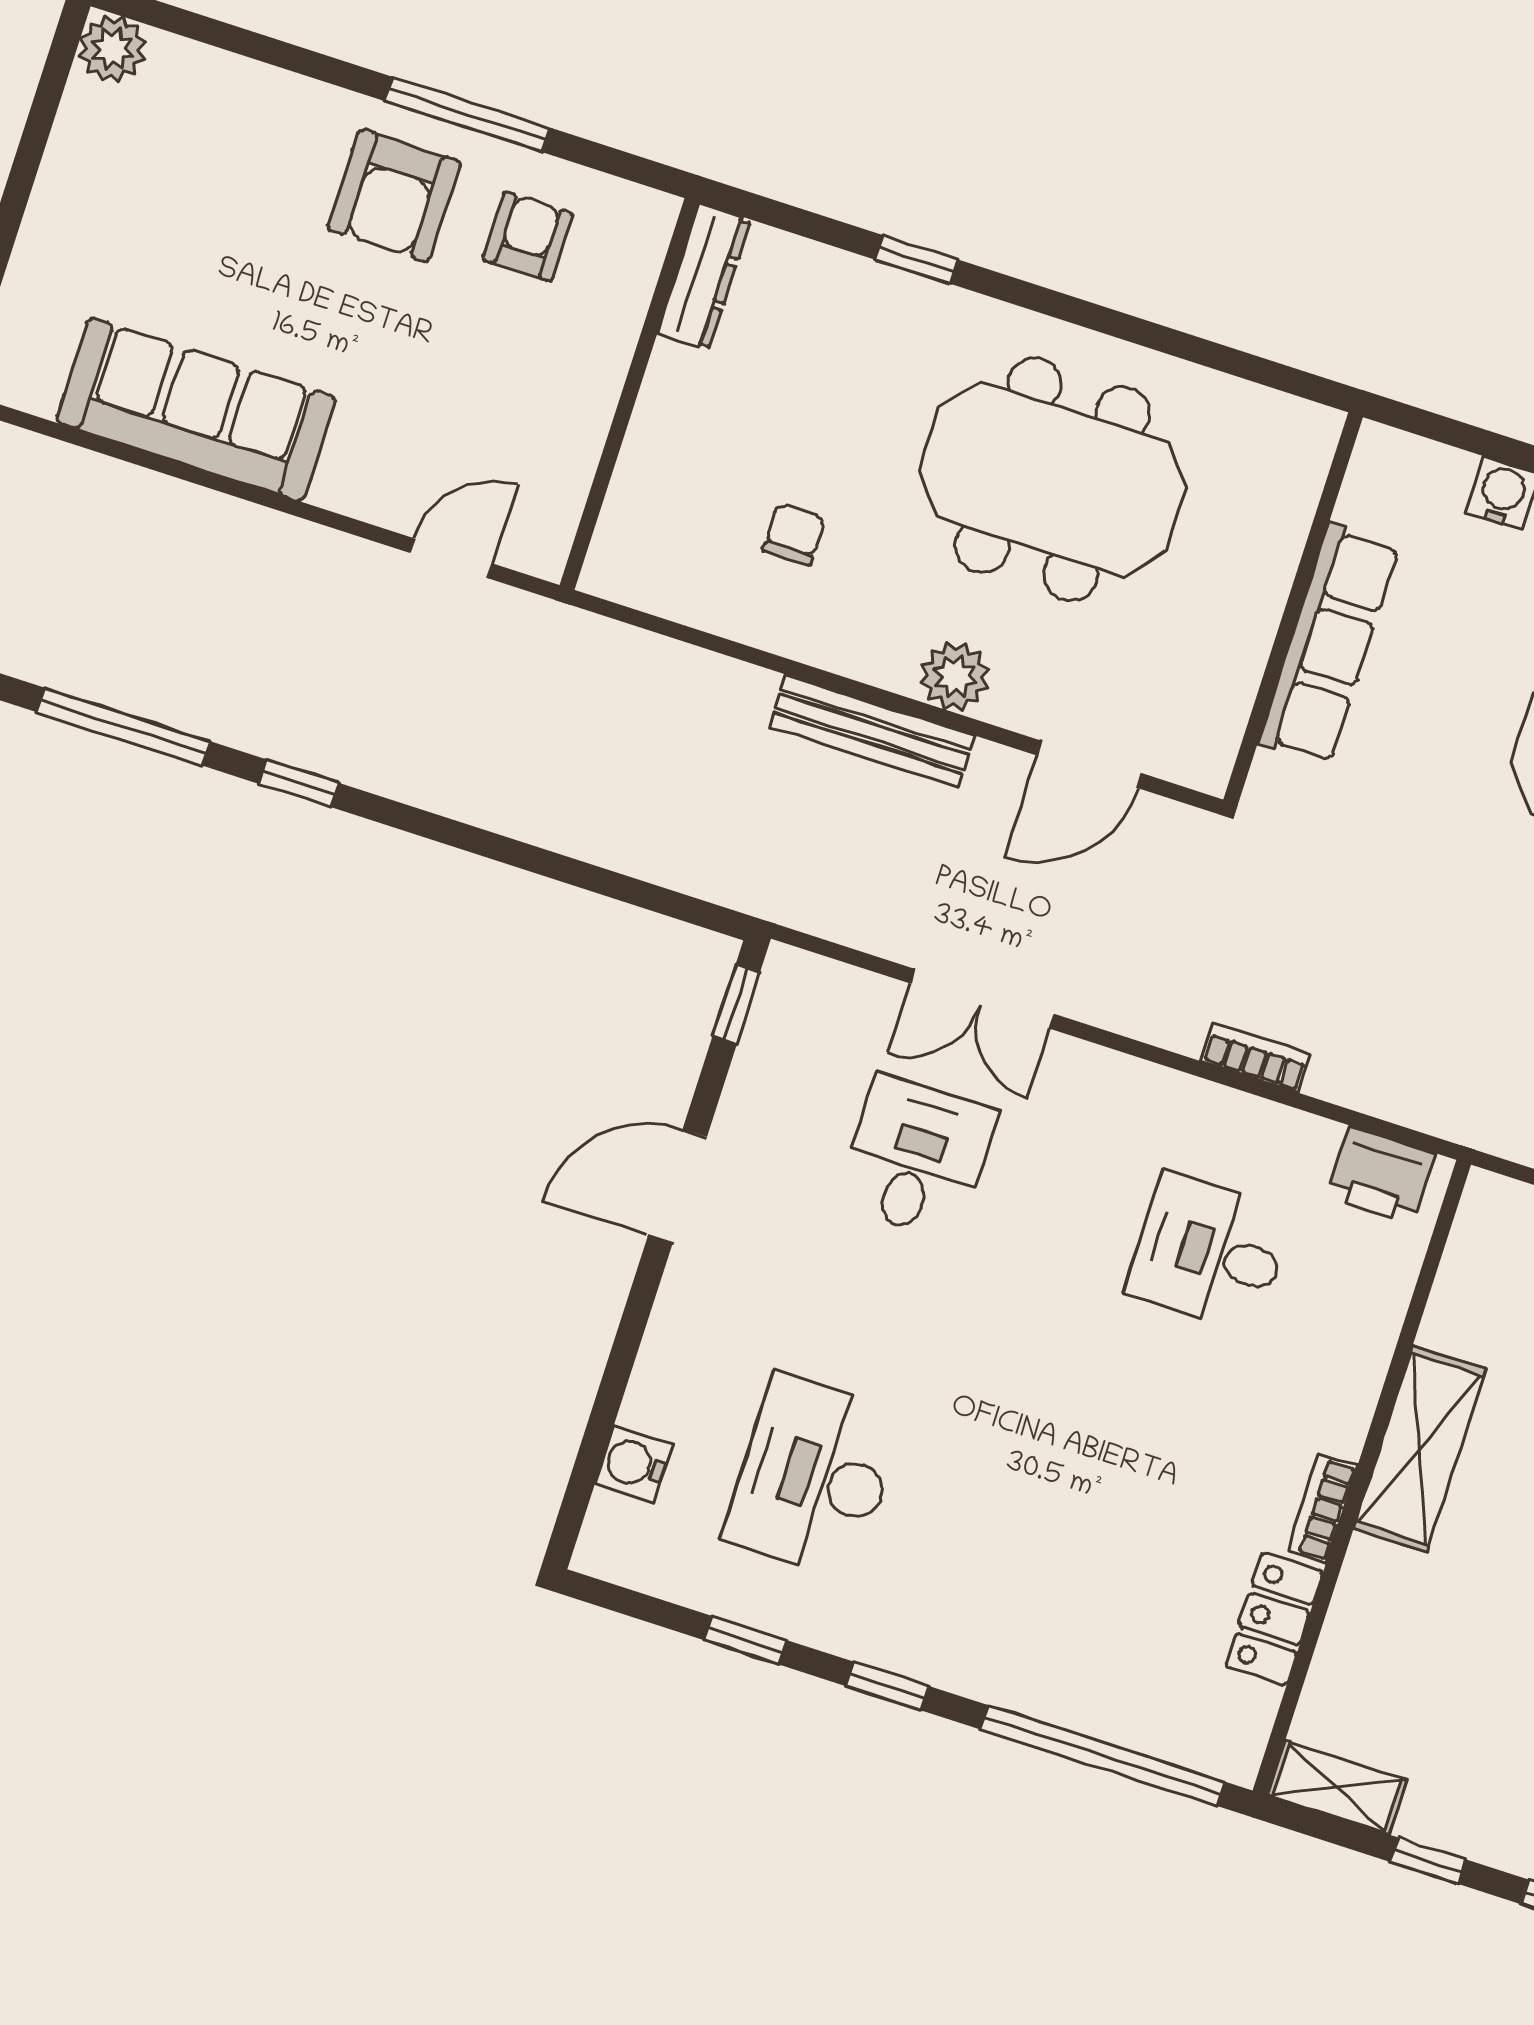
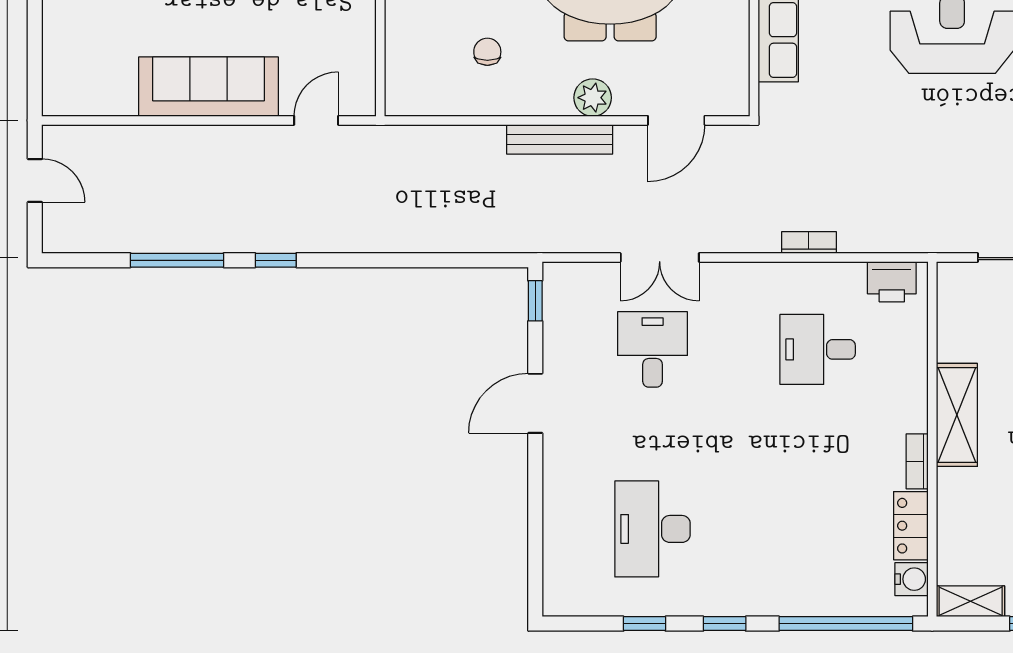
sofa: (196, 410) -> (208, 87), moved
water cooler: (634, 1464) -> (912, 579), moved, turned 180

